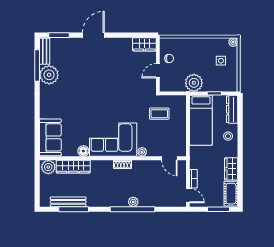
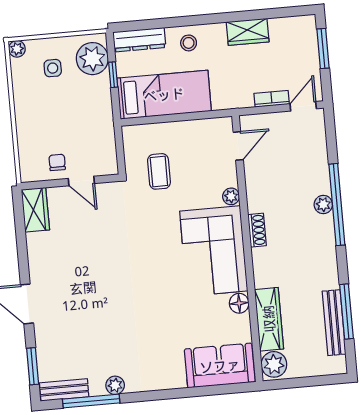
plant: (49, 75) -> (115, 385), width x0.53, depth x0.53
plant: (194, 83) -> (92, 59), moved
cot: (231, 194) -> (293, 28), removed

